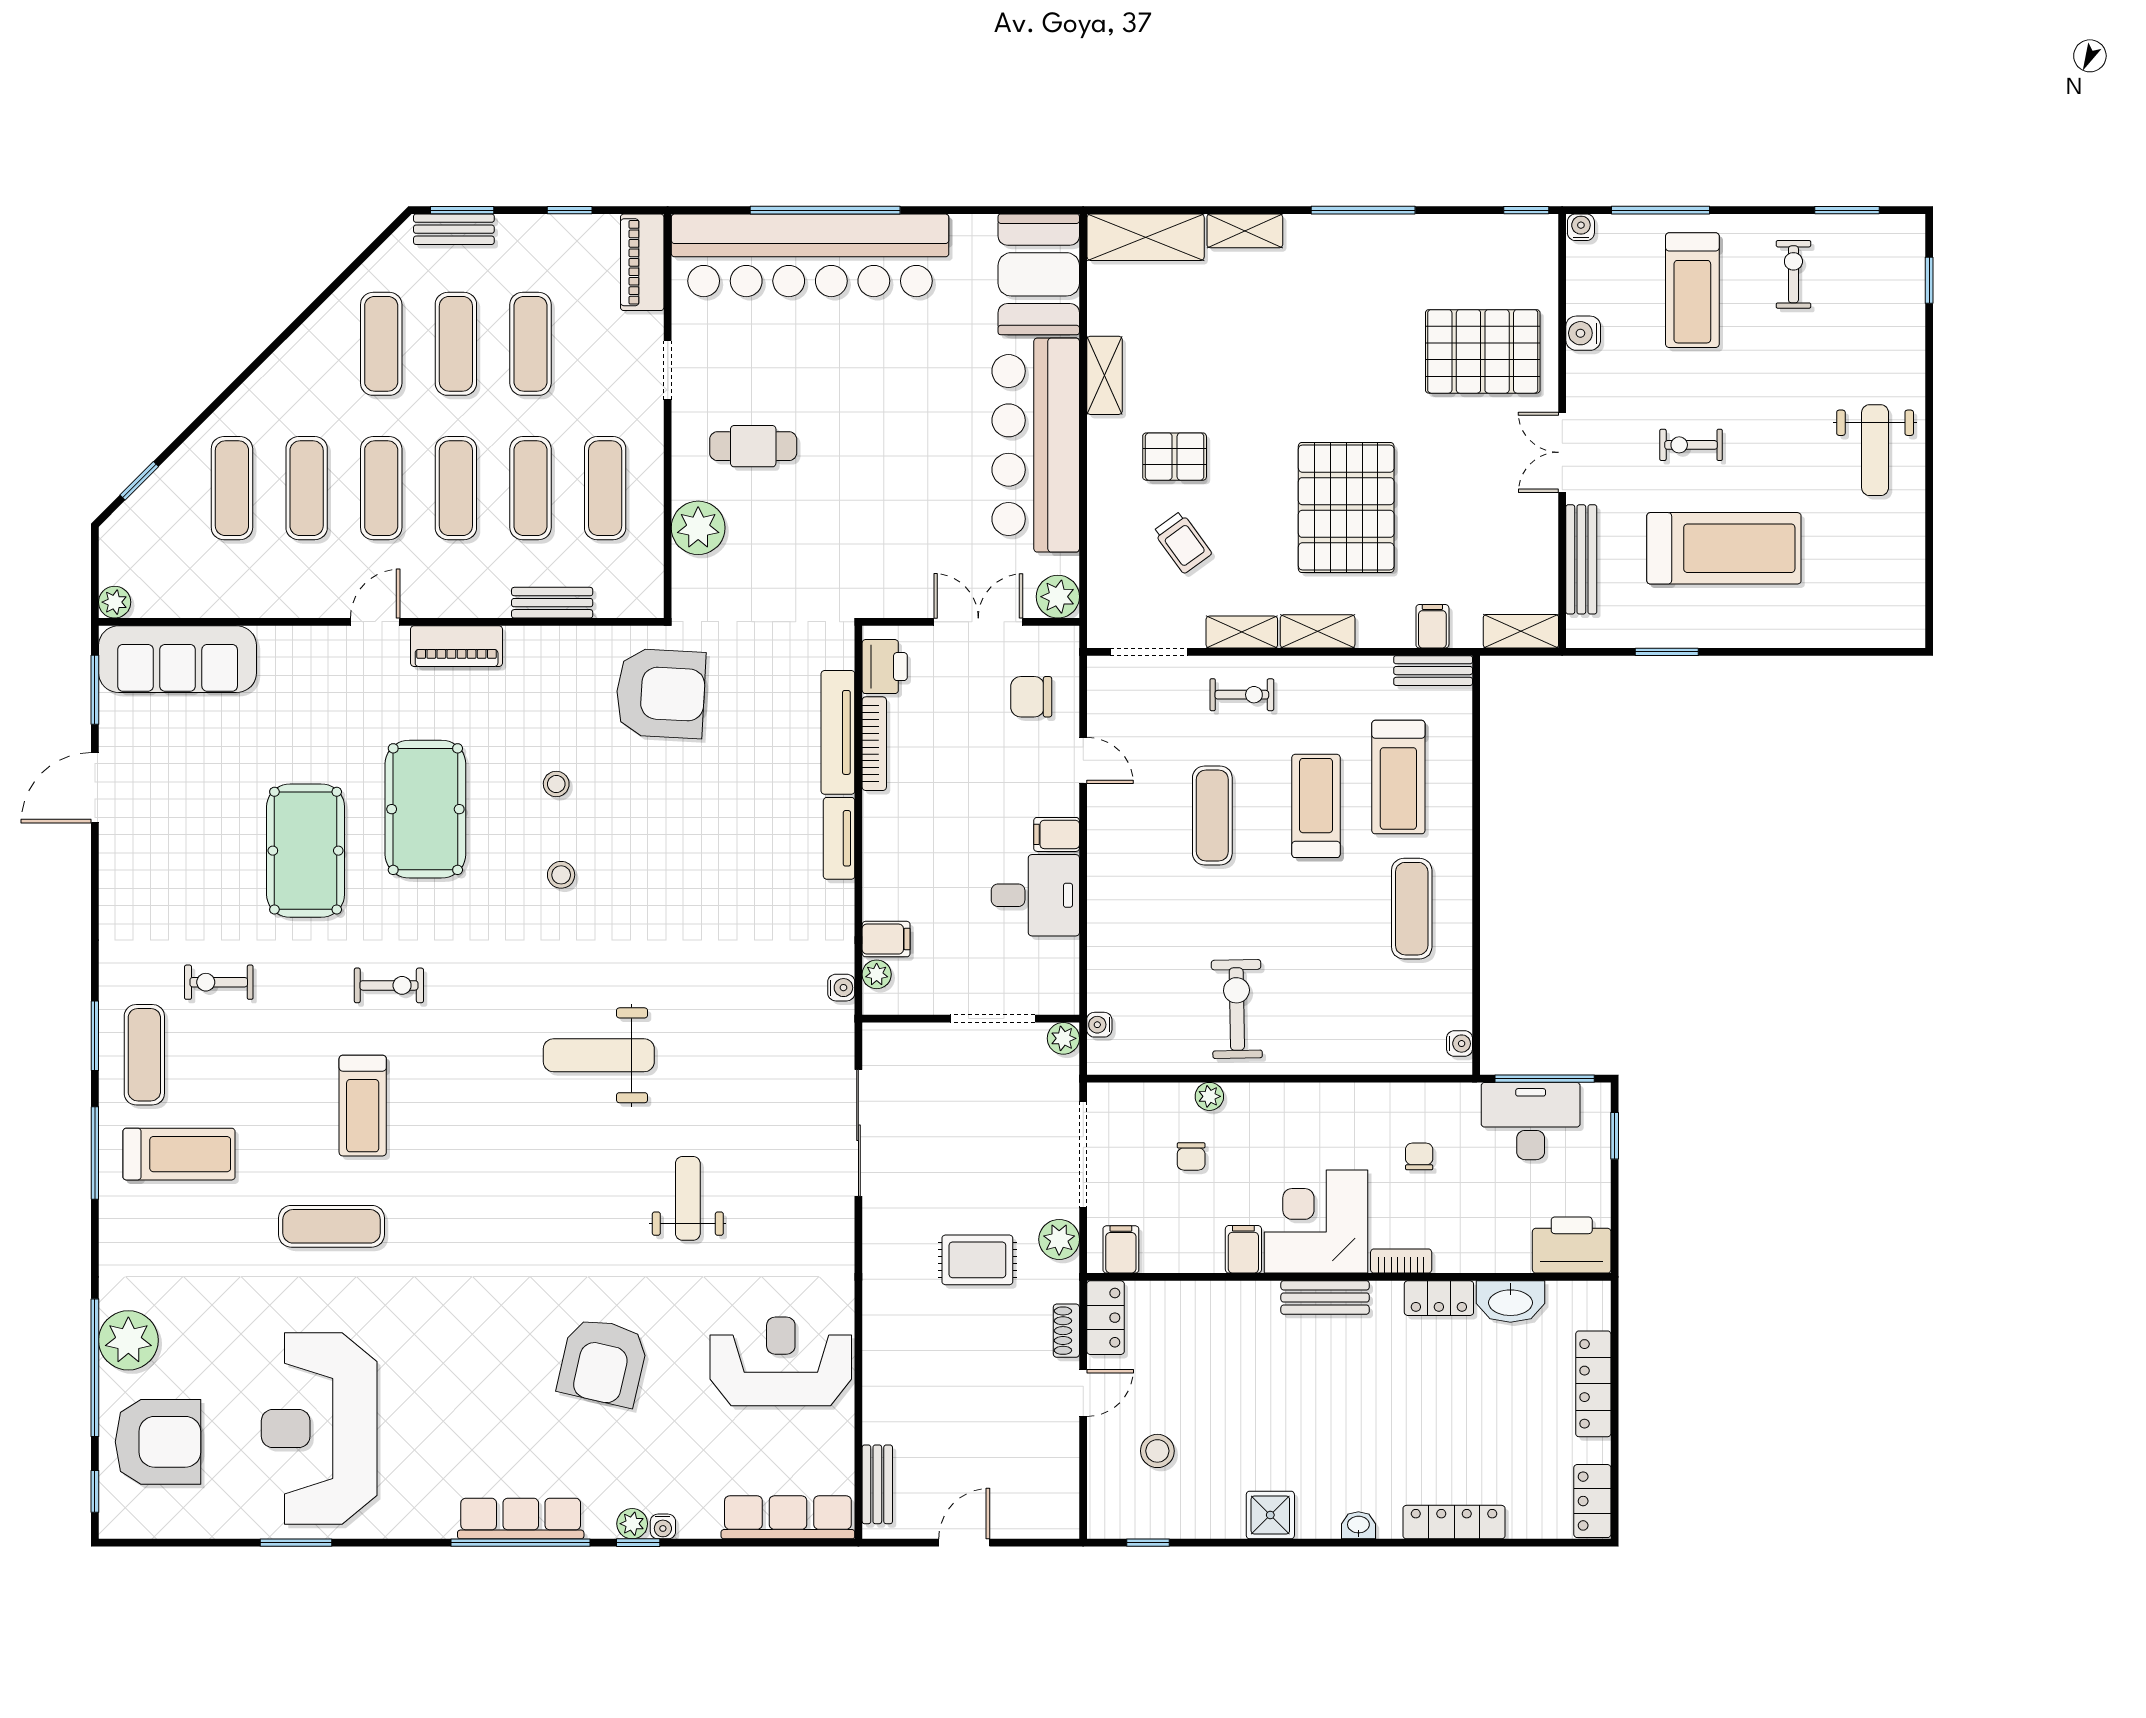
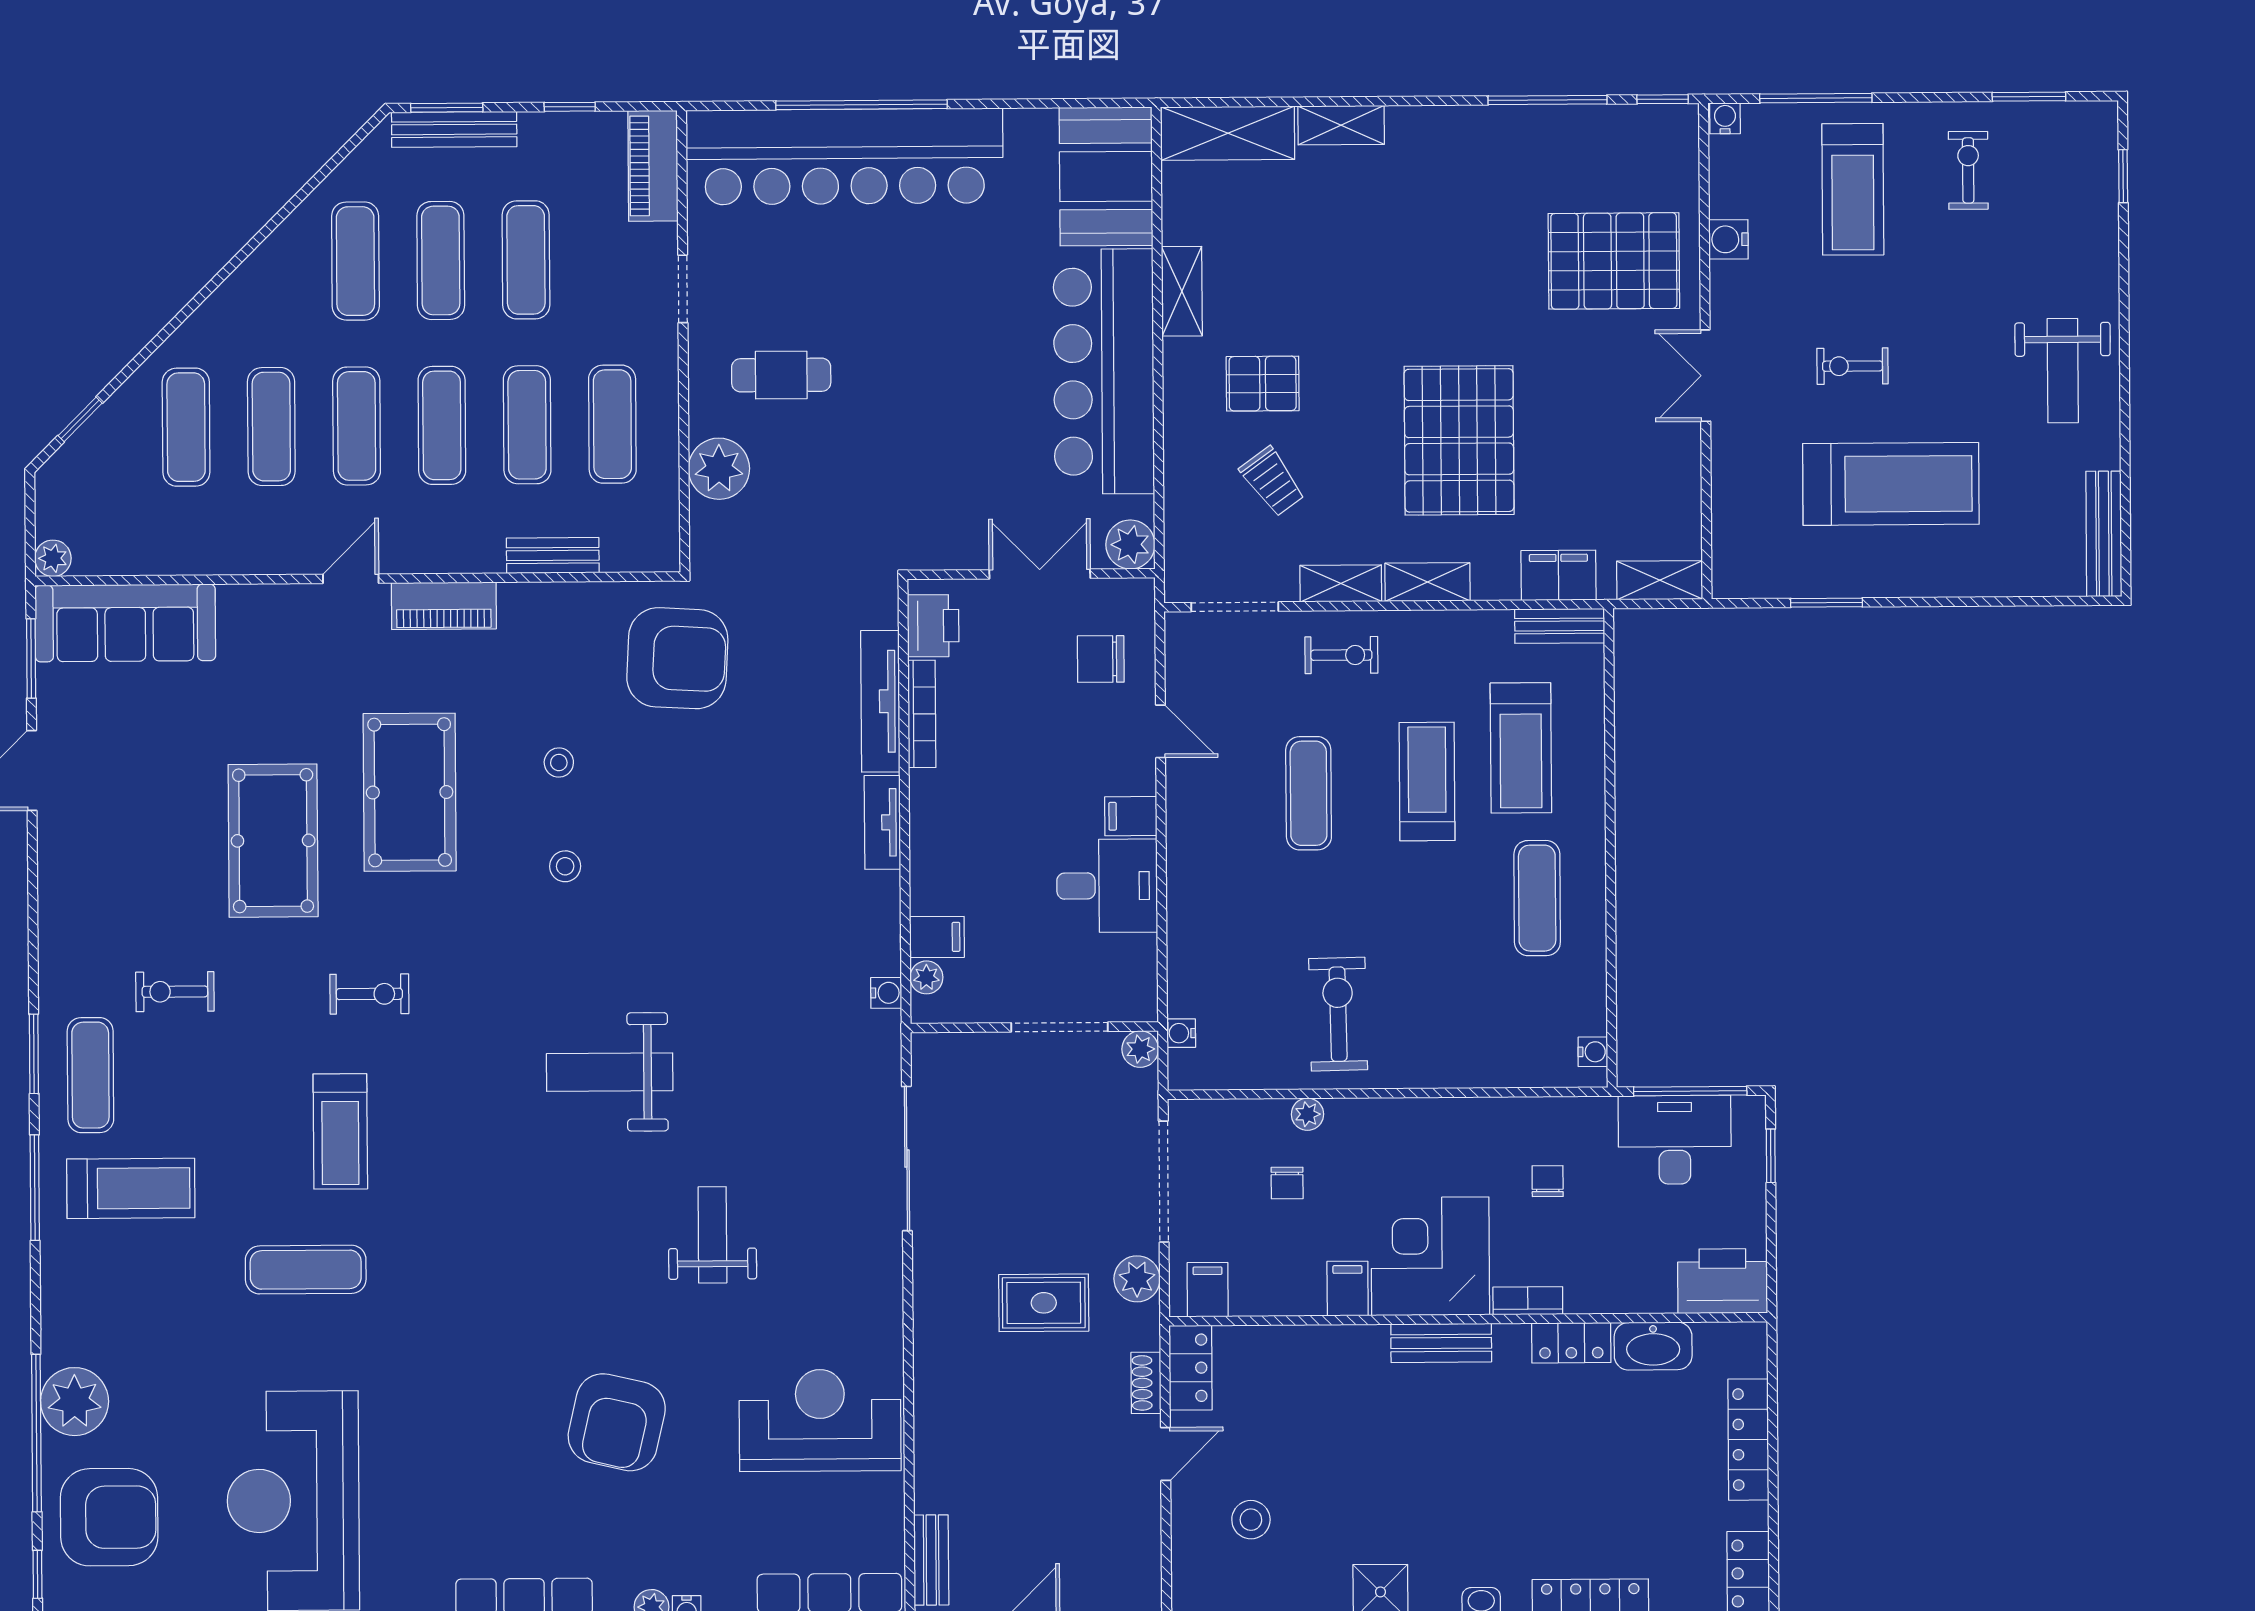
window: (1363, 210) -> (1548, 100), moved
bench: (454, 229) -> (454, 129), width x1.36
bench: (1581, 559) -> (2104, 534), moved
filing cabinet: (1432, 626) -> (1559, 575), width x2.00

